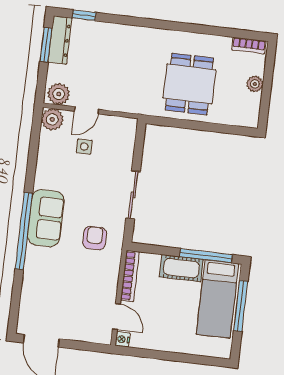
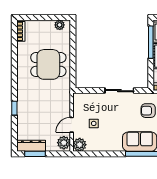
window: (84, 15) -> (14, 108), moved
plant: (255, 84) -> (60, 25), moved
door: (86, 110) -> (72, 125), swing flipped

